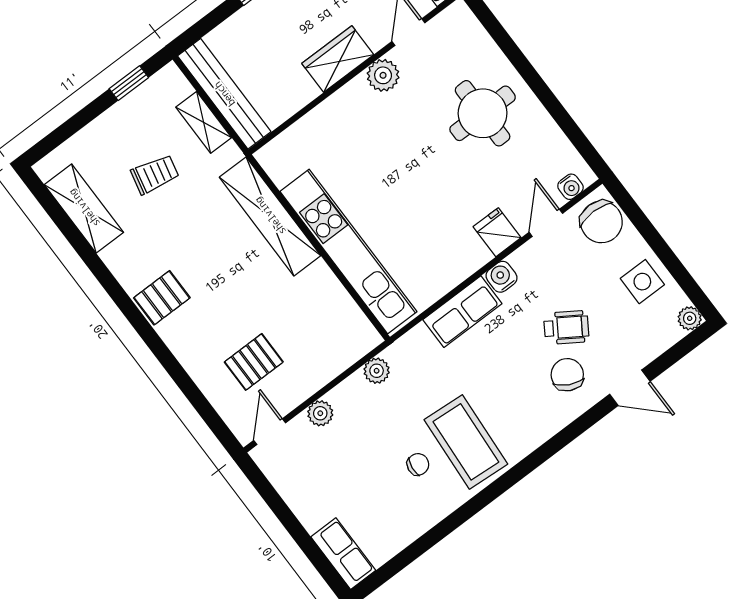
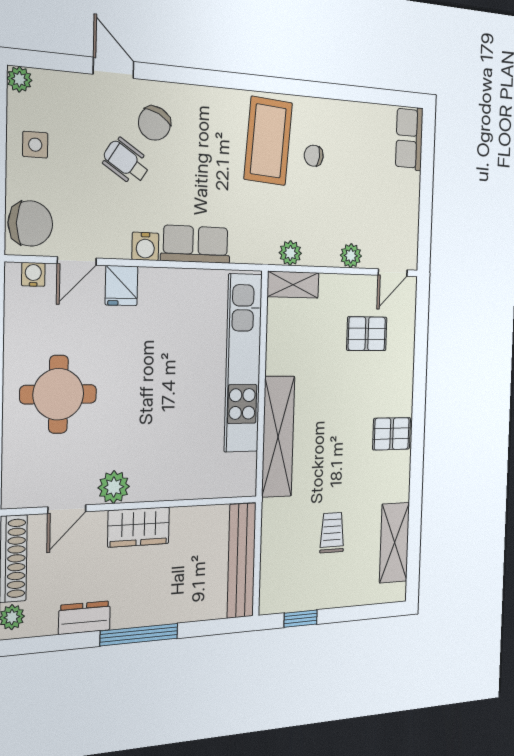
shelving: (204, 122) -> (293, 285), moved, turned 90
trolley: (155, 174) -> (332, 533), turned 77
chair: (601, 222) -> (30, 223), turned 90
side table: (642, 282) -> (35, 145), width x0.73, depth x0.73

